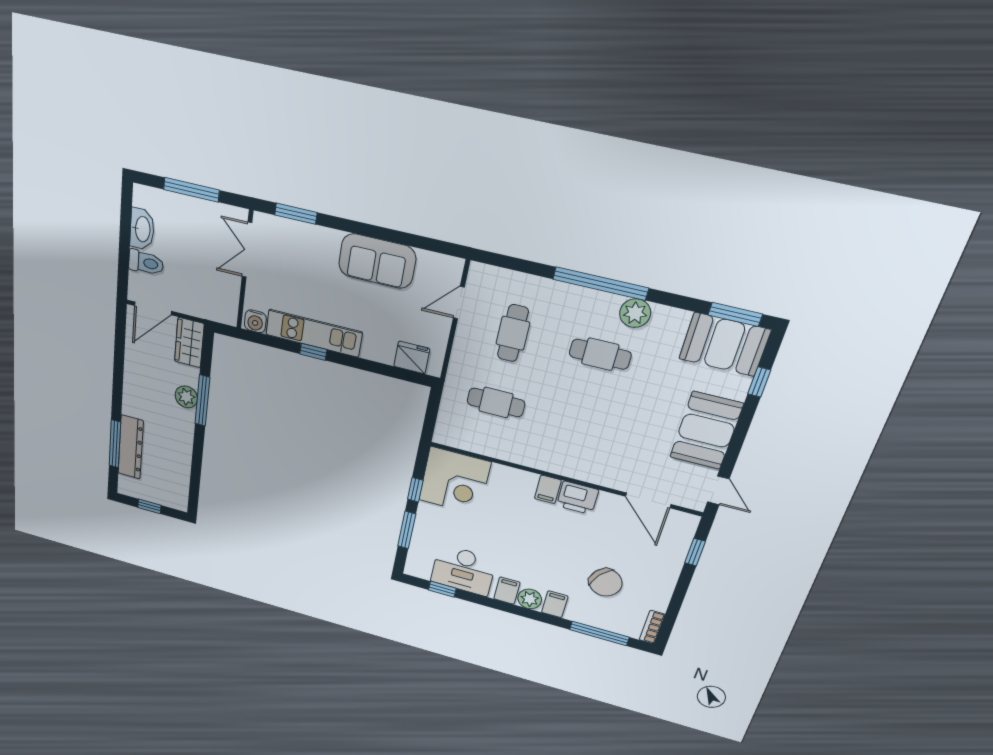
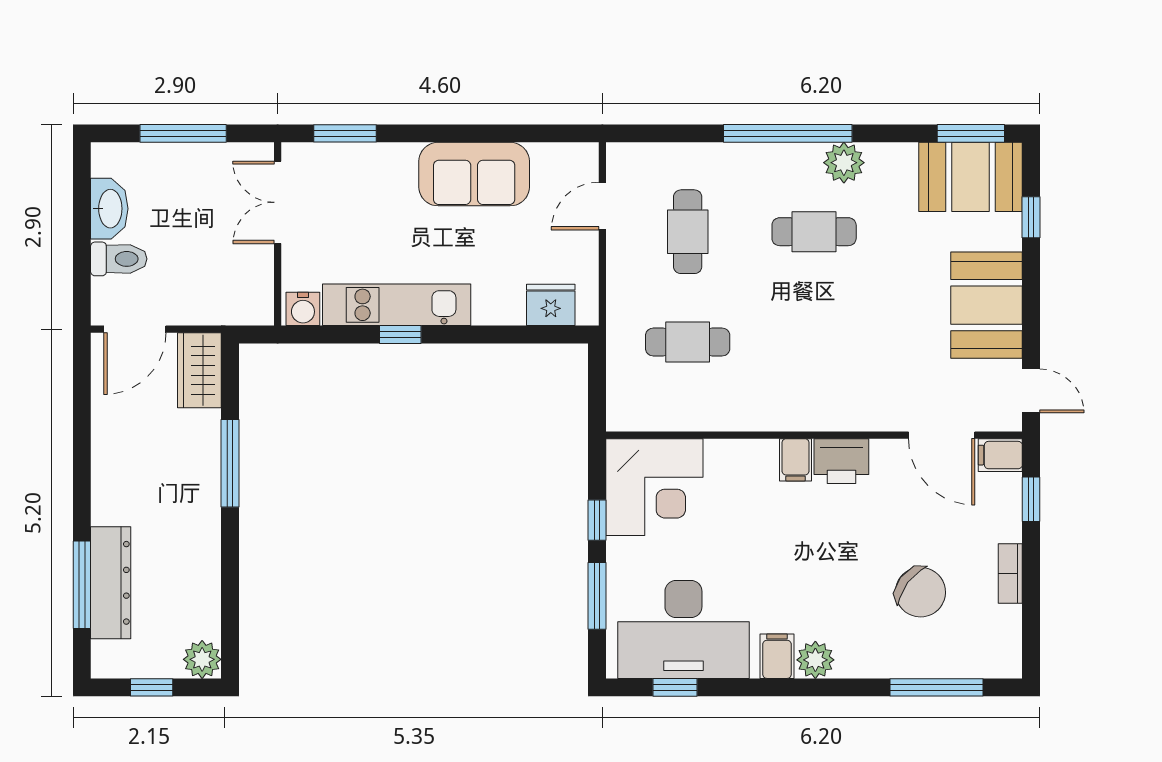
plant: (186, 397) -> (202, 659), moved
desk: (463, 570) -> (683, 629), width x1.36, depth x1.30
filing cabinet: (555, 604) -> (1000, 455), moved, turned -90
bookcase: (652, 627) -> (1010, 573), moved

